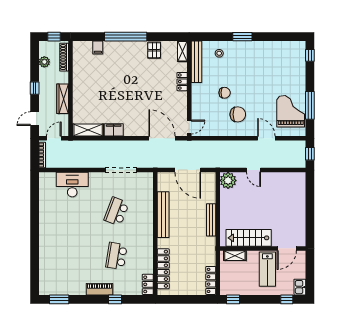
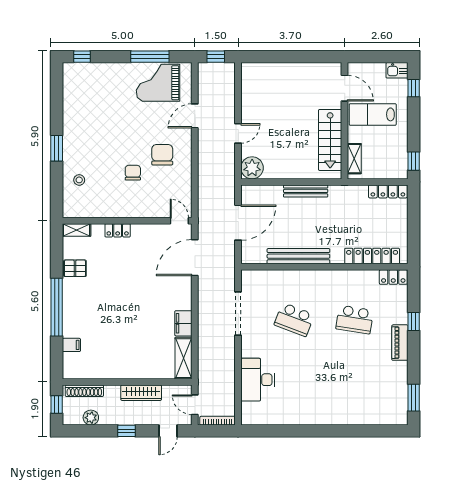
bench: (196, 62) -> (91, 211), removed
door: (35, 119) -> (168, 431), hinge flipped
lab bench: (267, 269) -> (373, 114), turned 180

